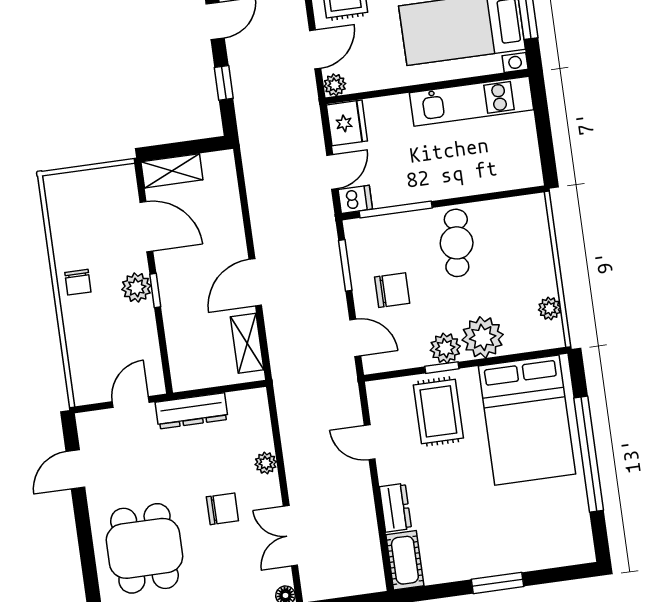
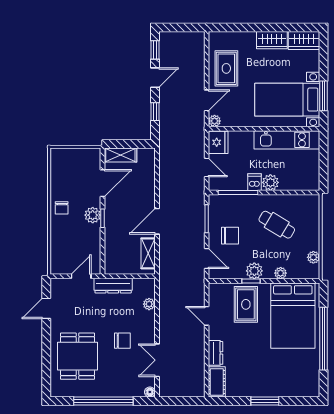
door: (332, 172) -> (207, 168), hinge flipped
plant: (452, 183) -> (270, 182), added
dishwasher: (355, 199) -> (254, 182), moved, turned -90
door: (146, 227) -> (103, 183), hinge flipped
cafe table: (457, 243) -> (277, 225), moved, turned -65
plant: (483, 337) -> (281, 273), width x0.53, depth x0.53
plant: (266, 463) -> (149, 304), moved

